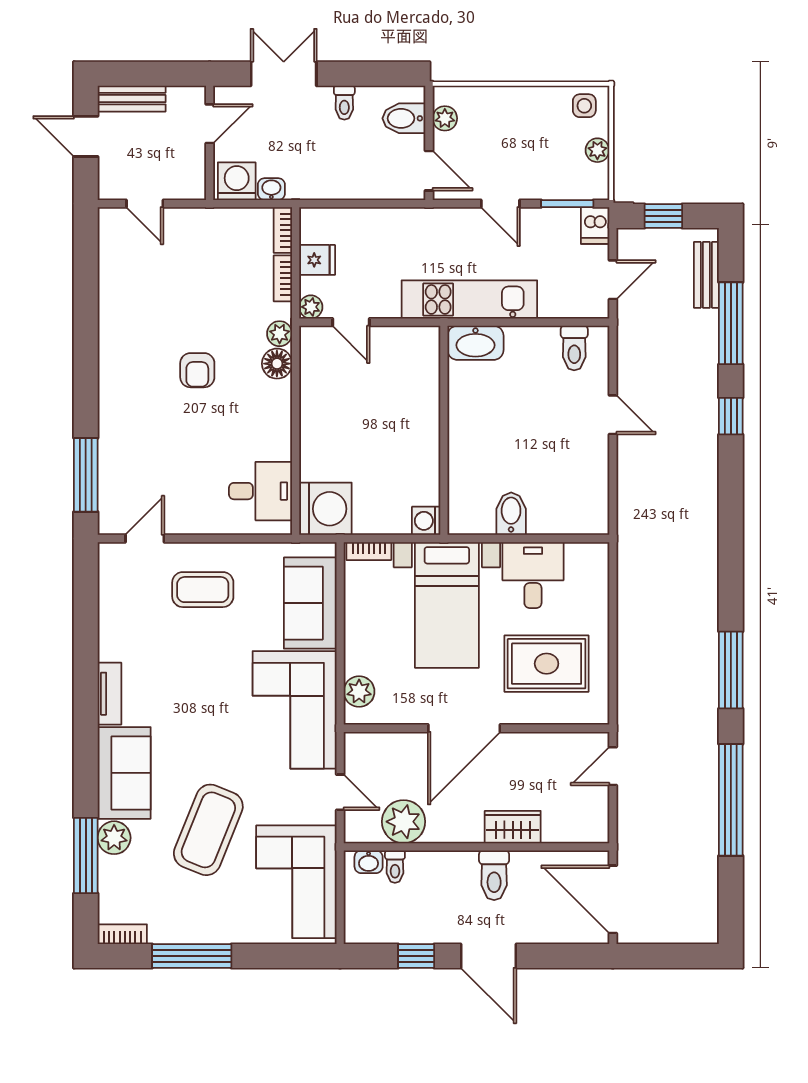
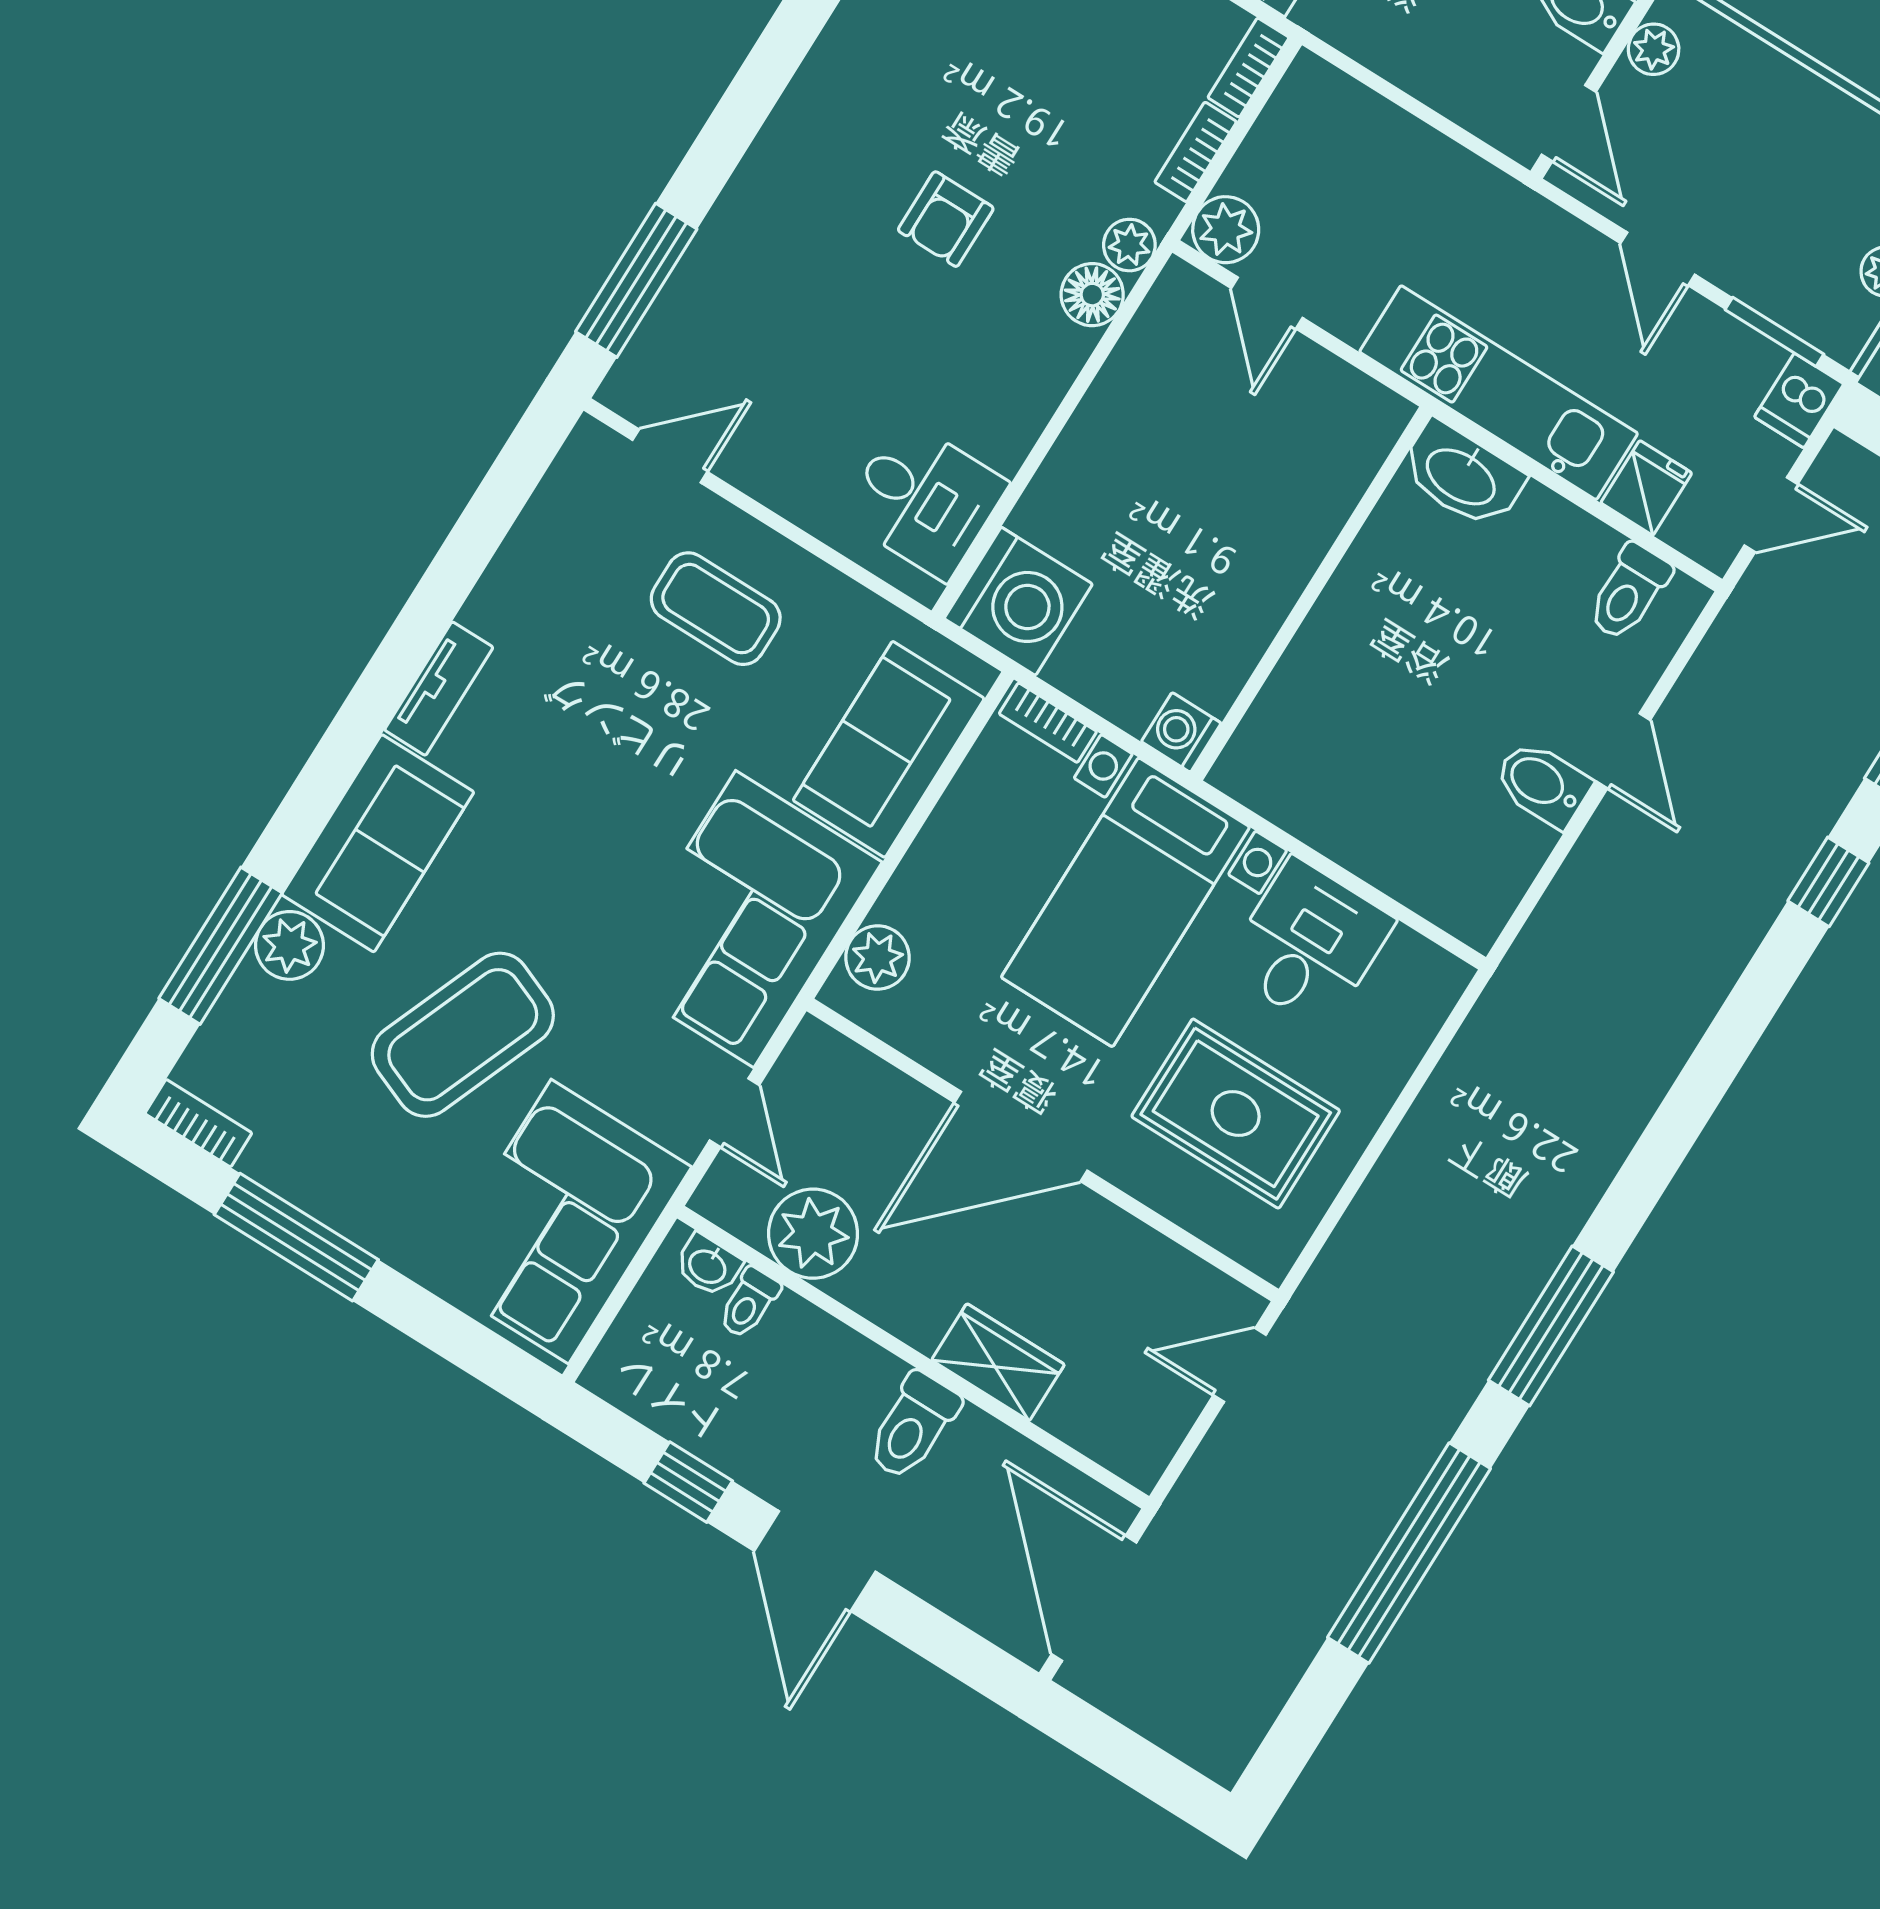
fridge: (317, 260) -> (1646, 488), moved, turned -90
plant: (311, 307) -> (1226, 230), width x1.38, depth x1.38
bidet: (511, 514) -> (1542, 784), moved, turned -90

